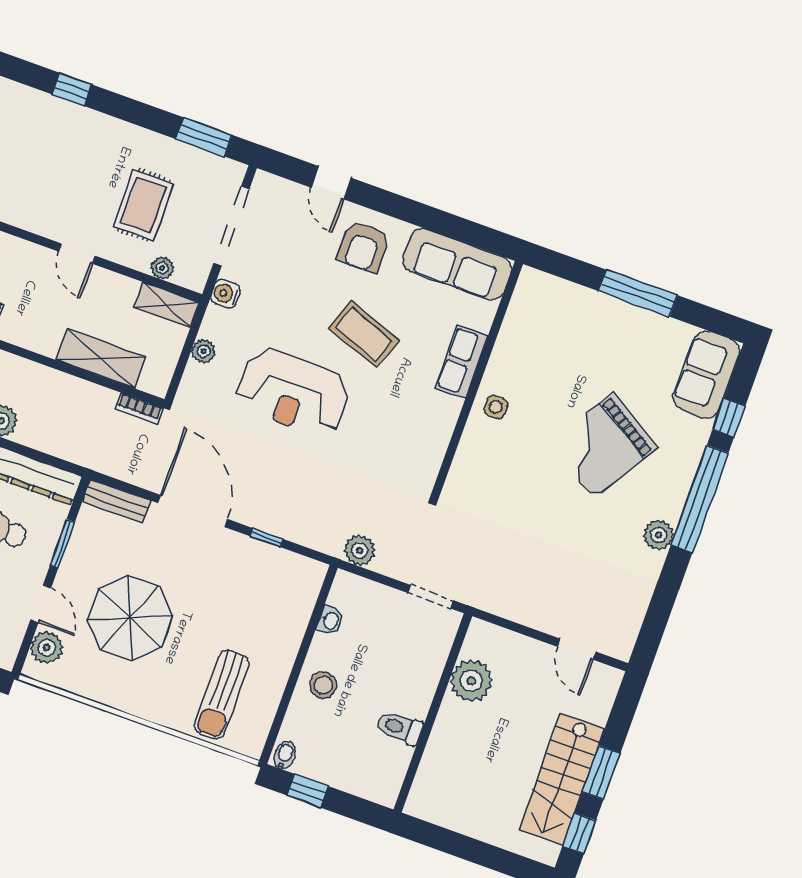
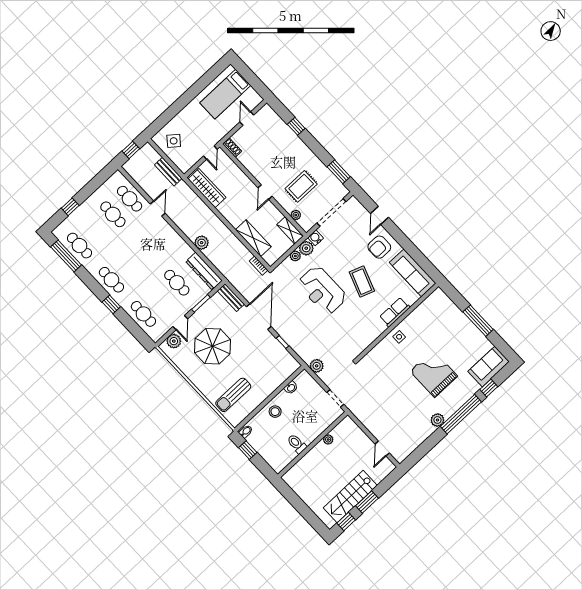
plant: (218, 324) -> (306, 248), added
grand piano: (604, 445) -> (434, 374), turned 58
plant: (471, 681) -> (328, 439), width x0.53, depth x0.53

